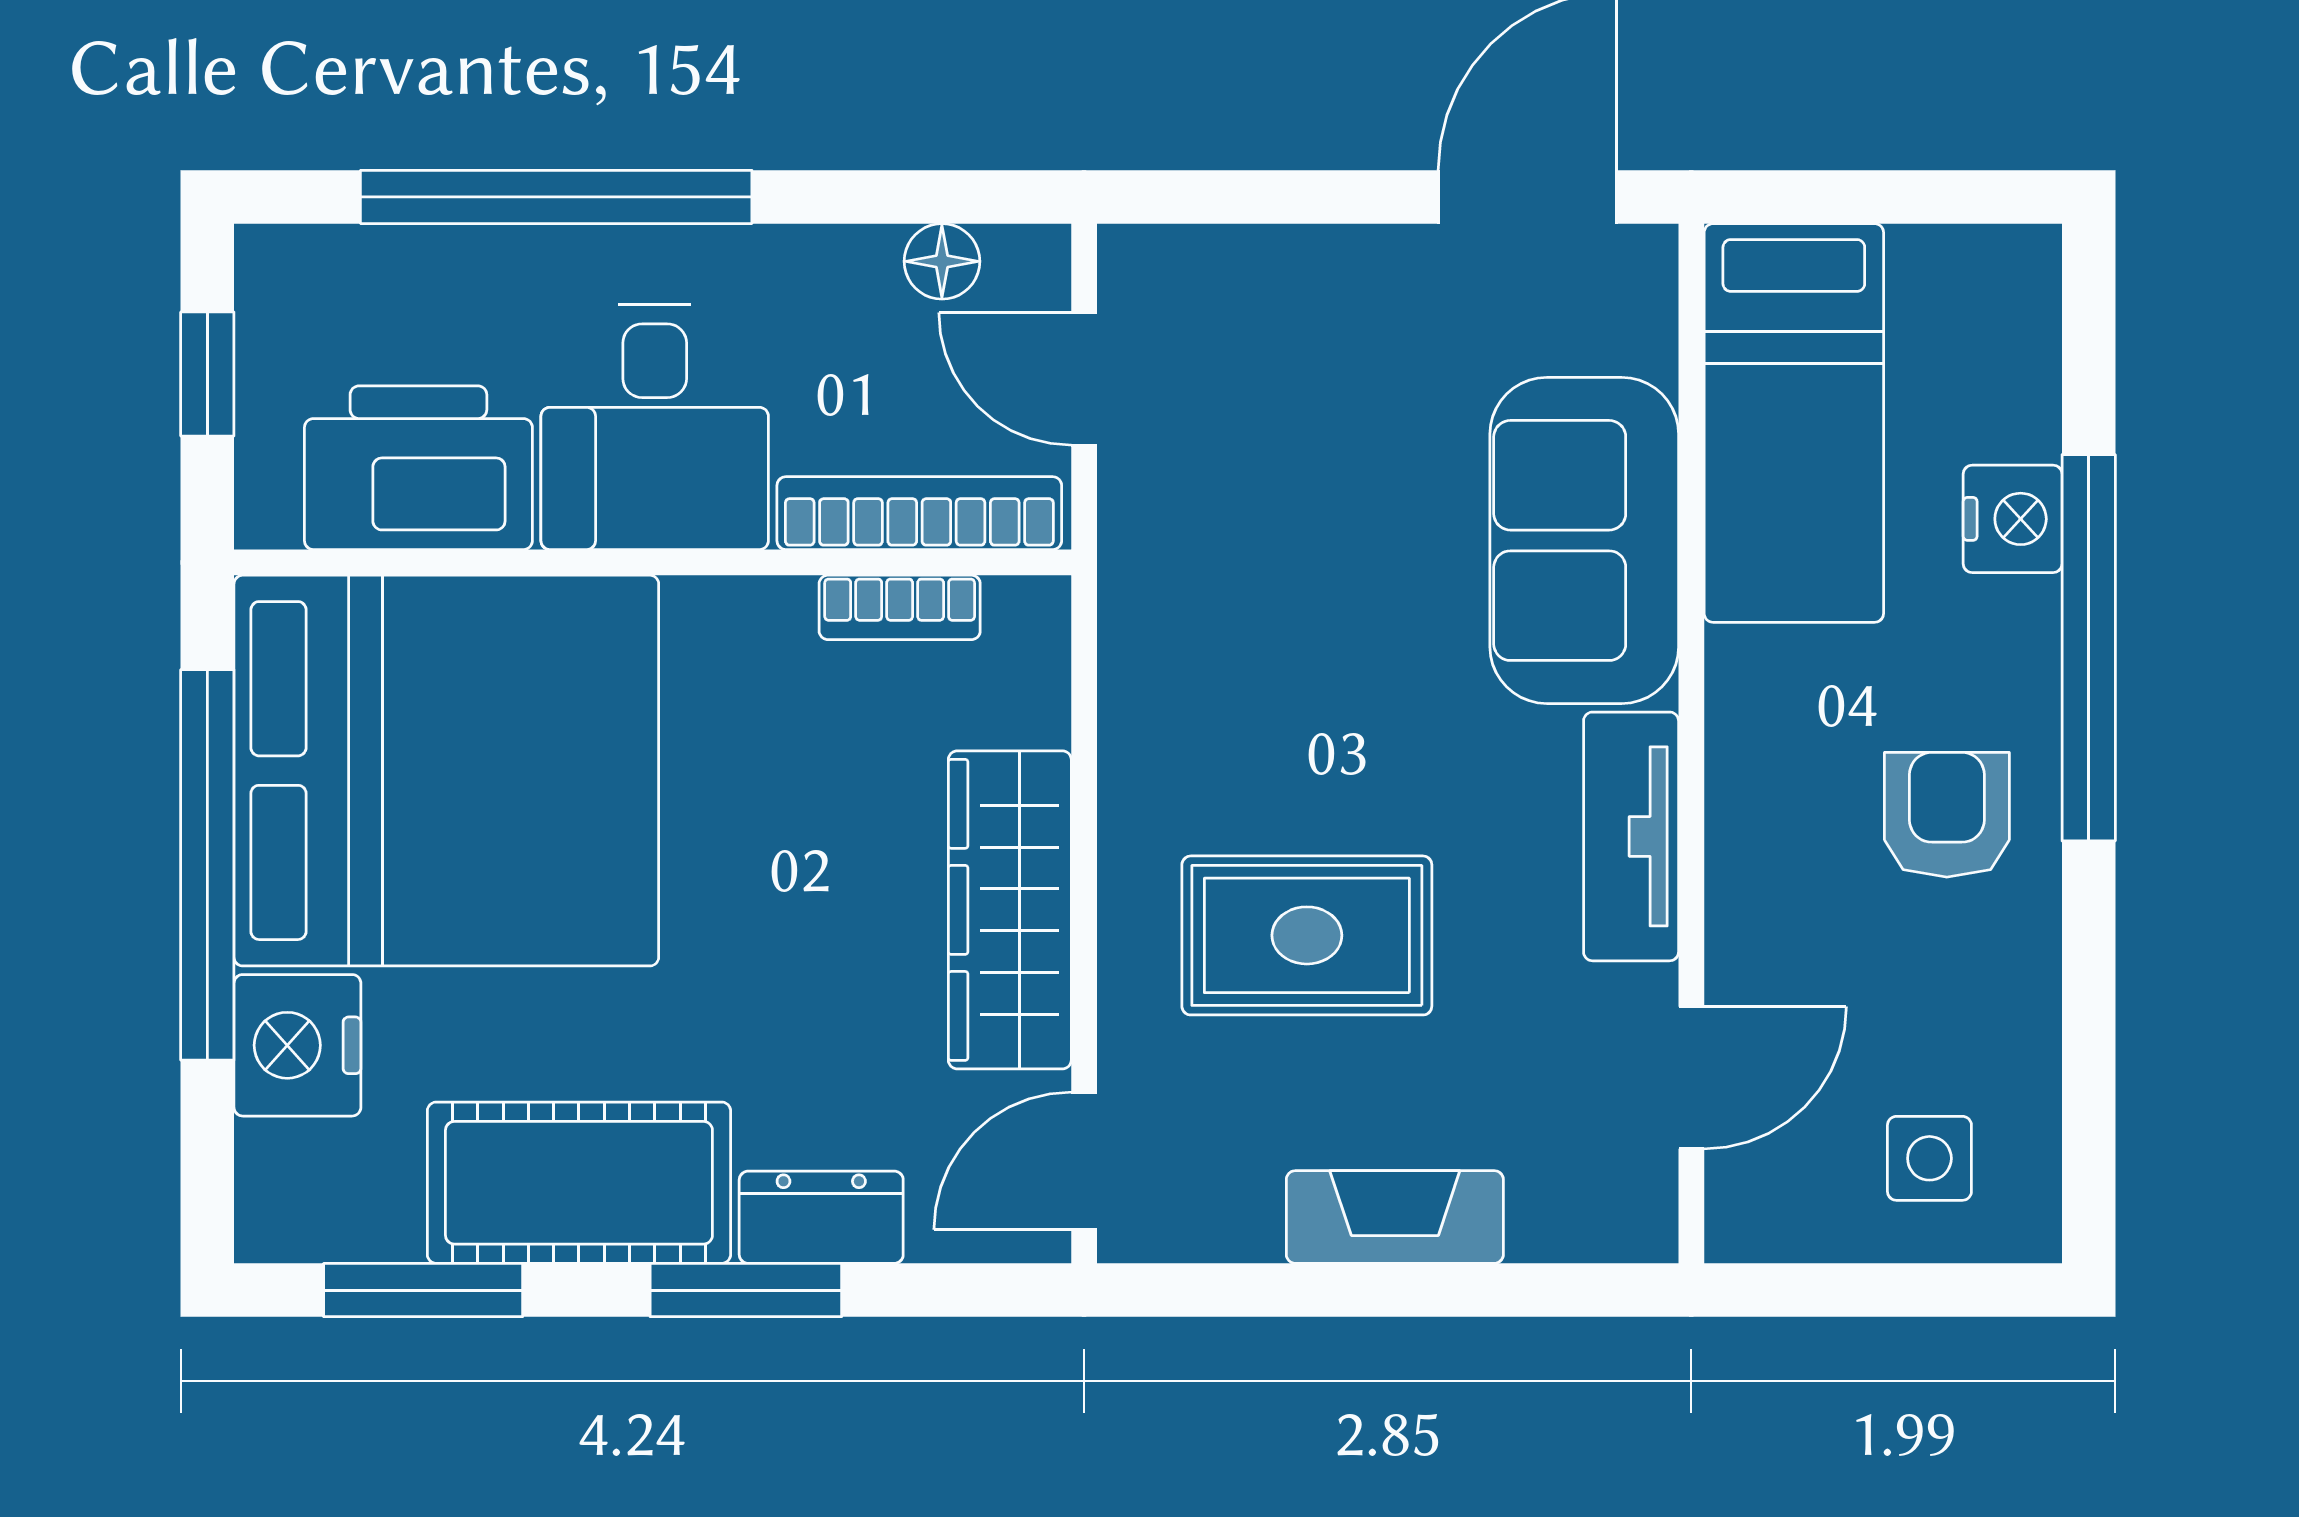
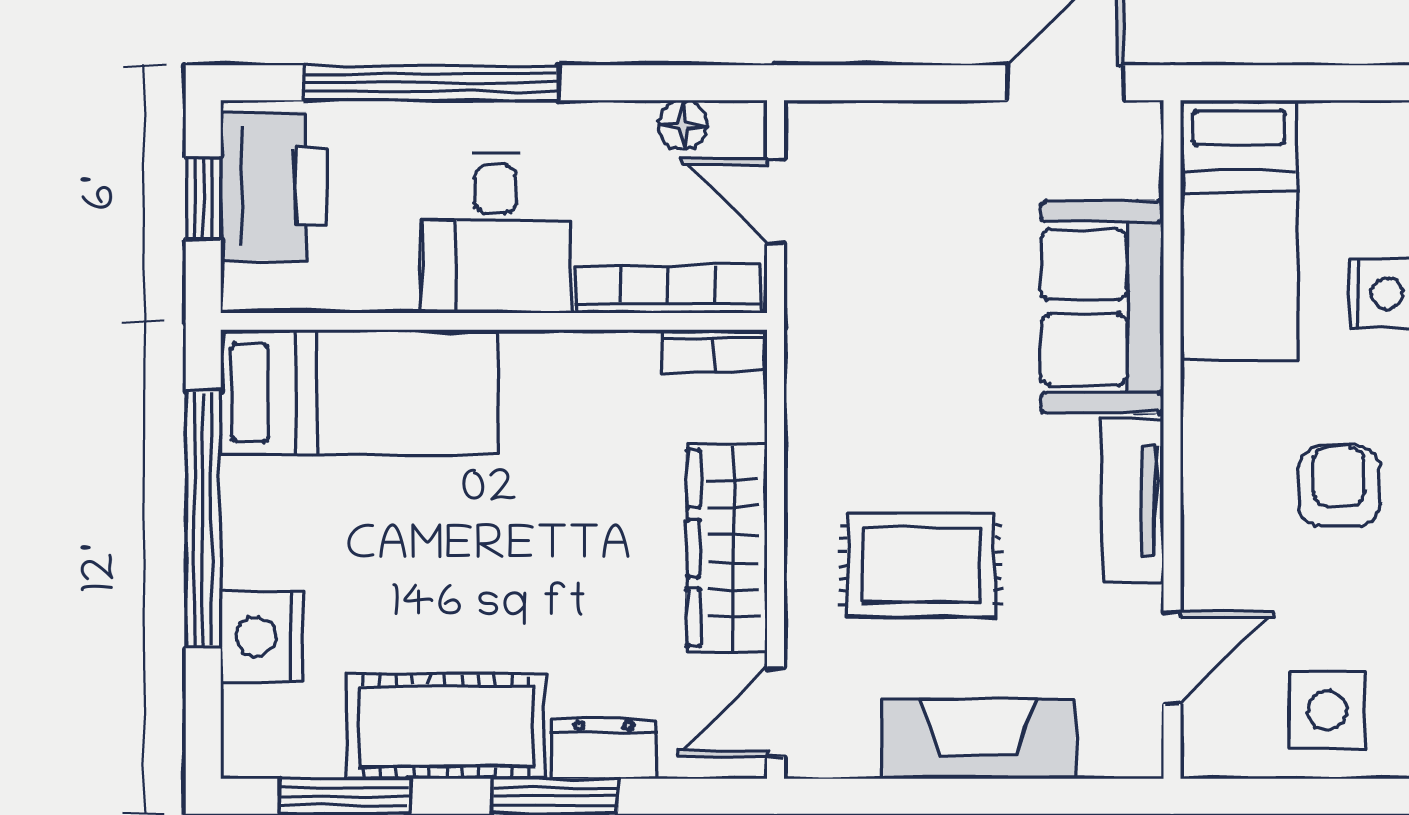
printer: (418, 468) -> (274, 186), moved, turned 90
bookcase: (900, 607) -> (715, 351), moved
bed: (446, 771) -> (359, 392), width x0.49
side table: (1929, 1158) -> (1327, 710), width x1.37, depth x1.37
fireplace: (1395, 1217) -> (978, 739), width x1.37, depth x1.32

